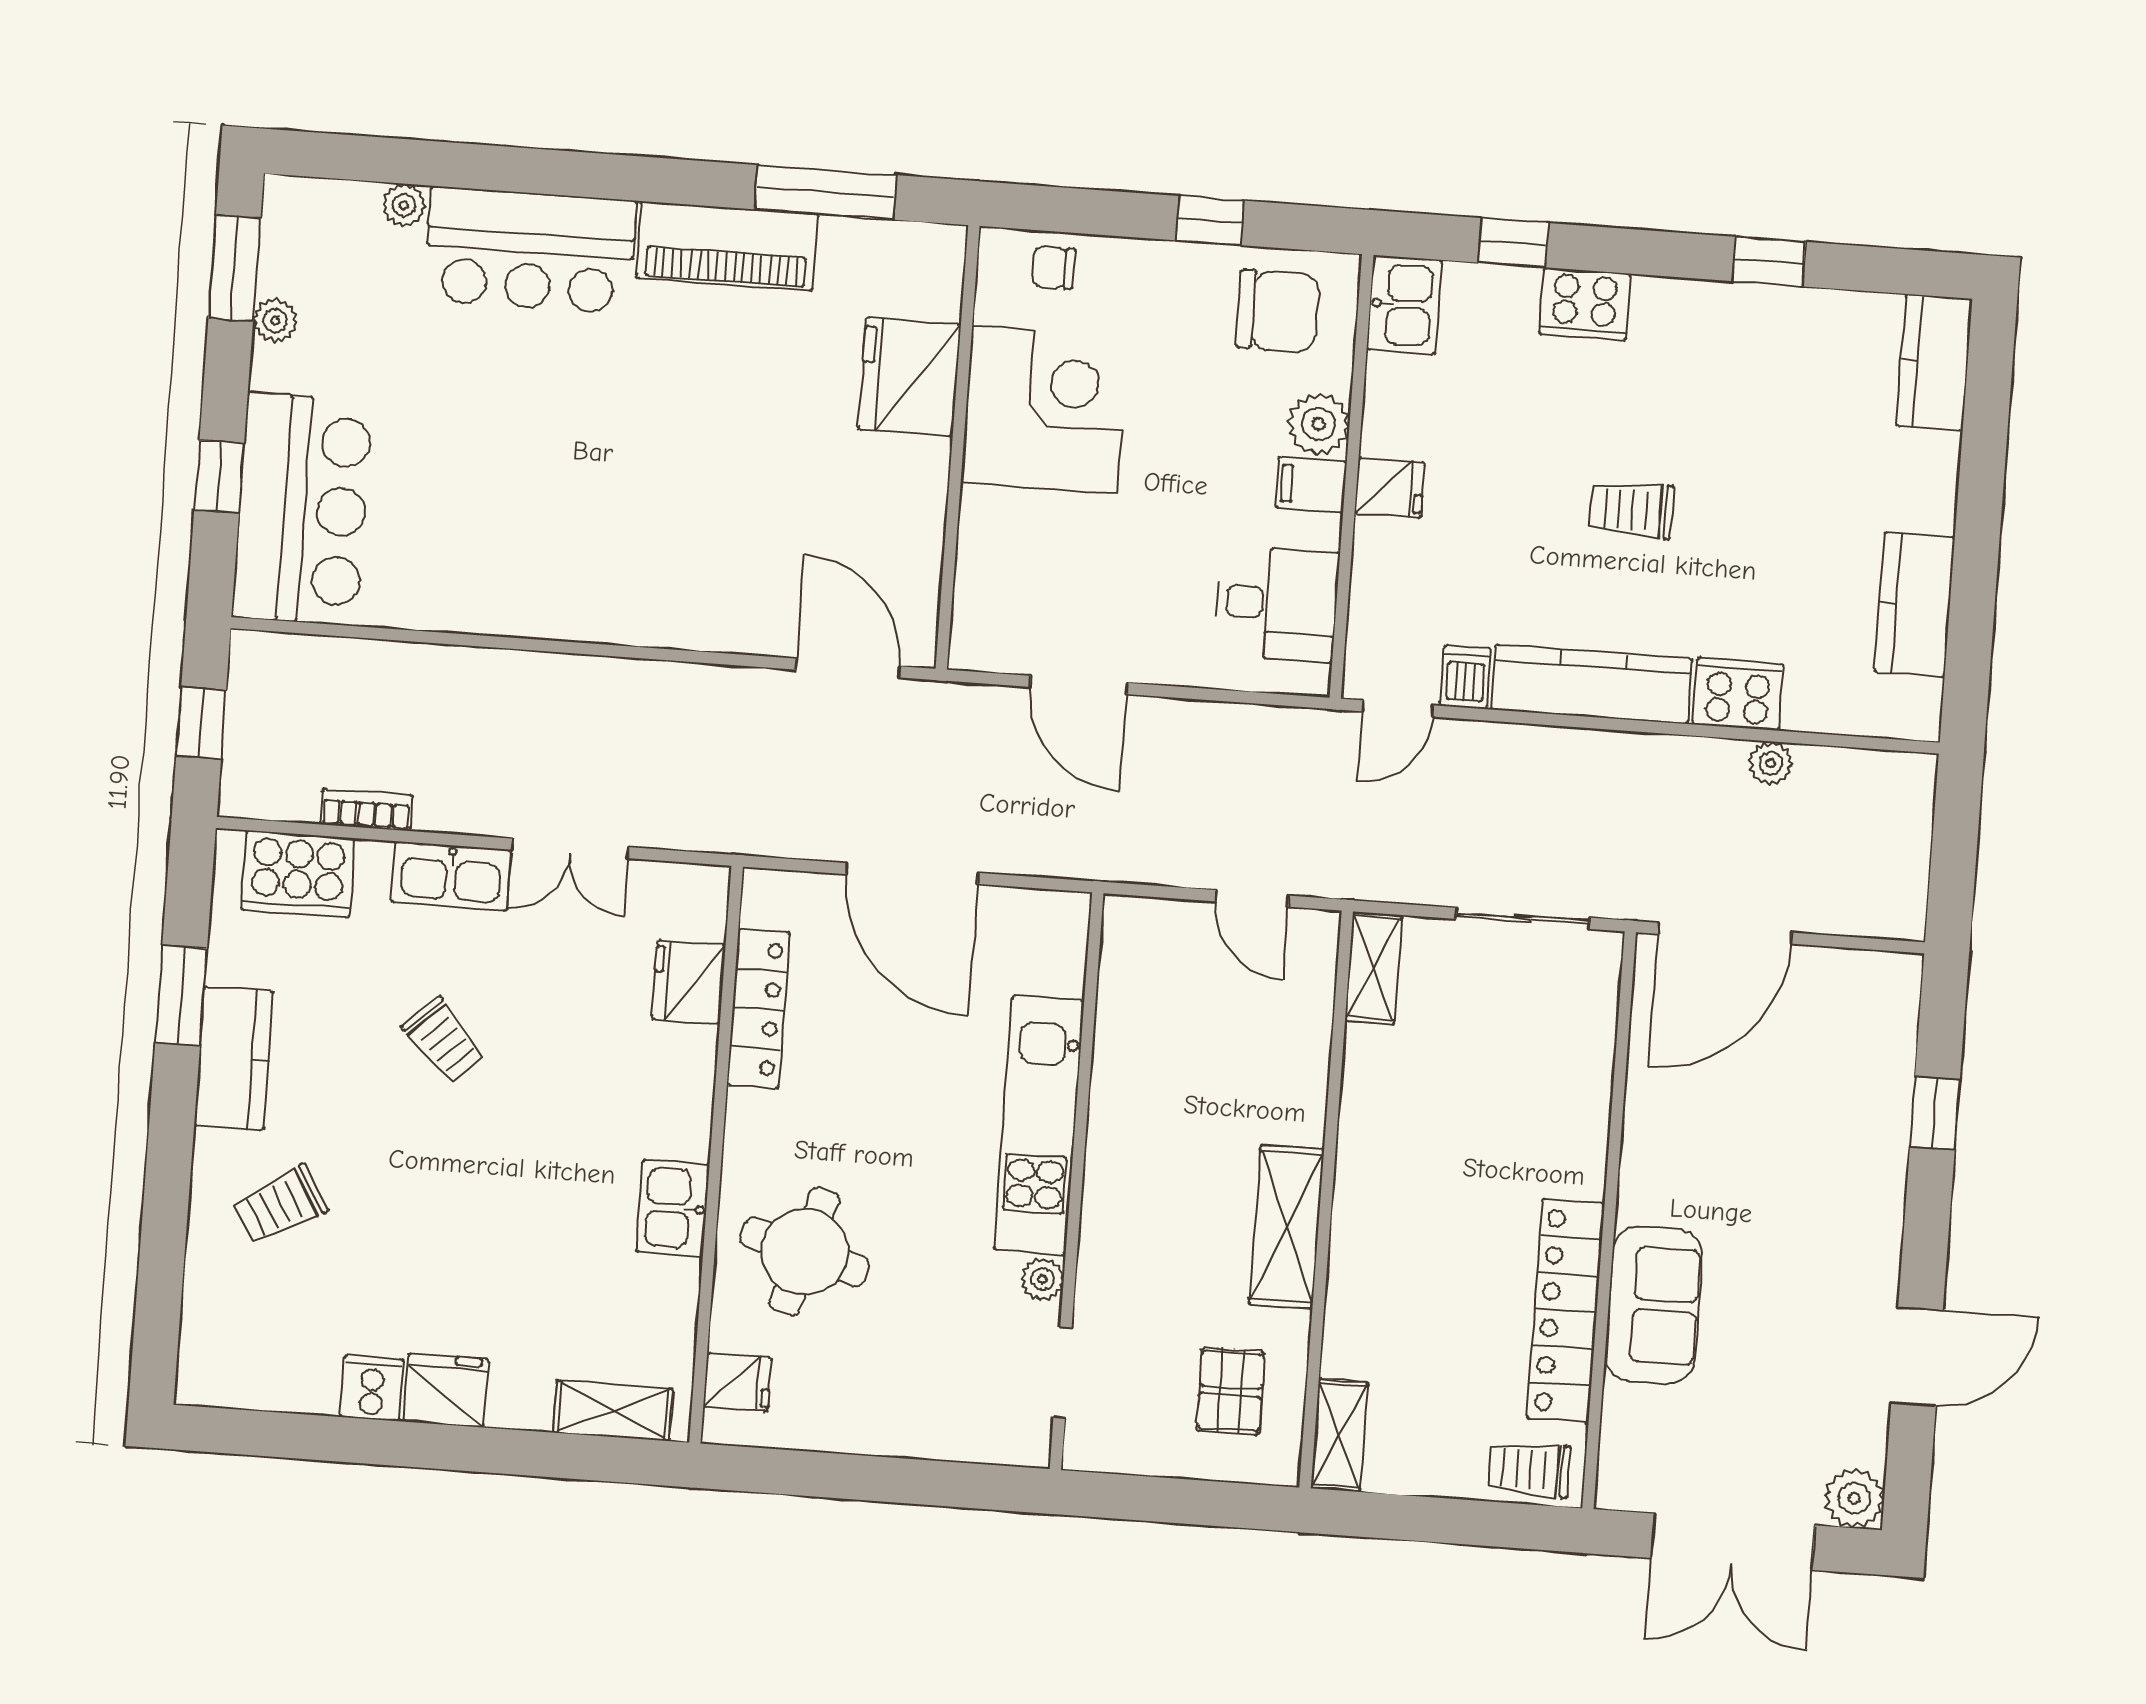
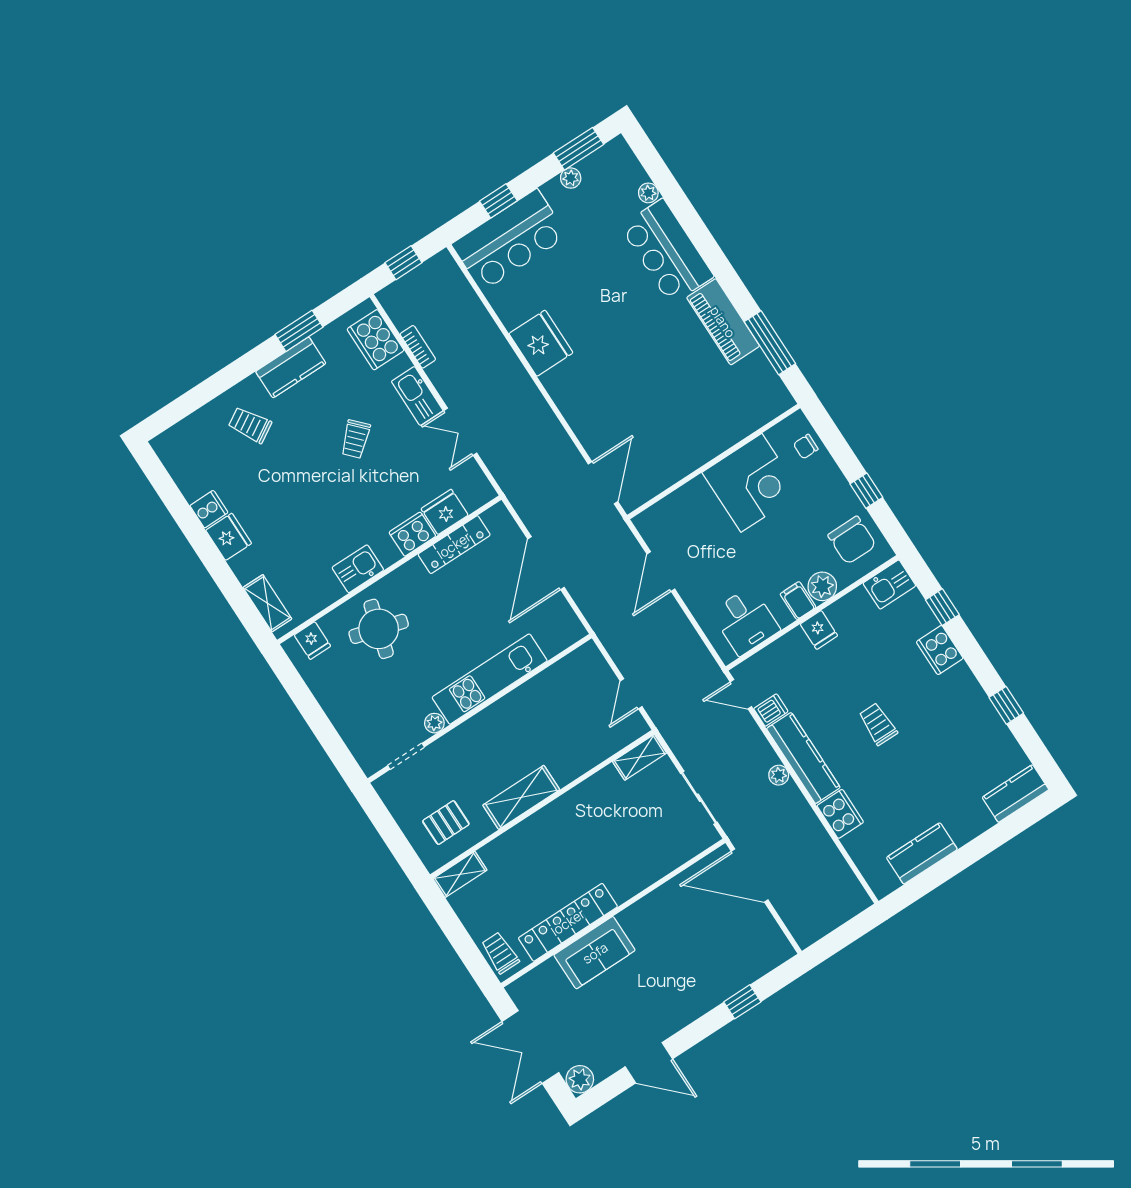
chair: (1053, 268) -> (806, 447), turned -90
fridge: (909, 377) -> (541, 343), moved, turned 90
plant: (1771, 763) -> (779, 775), moved
cooker: (685, 1067) -> (412, 534), added

